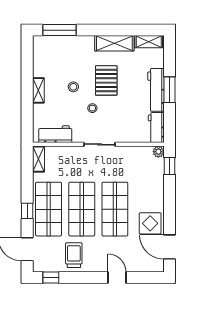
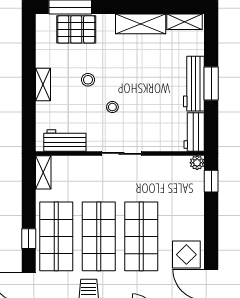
pallet: (106, 80) -> (76, 29), moved, turned 90

